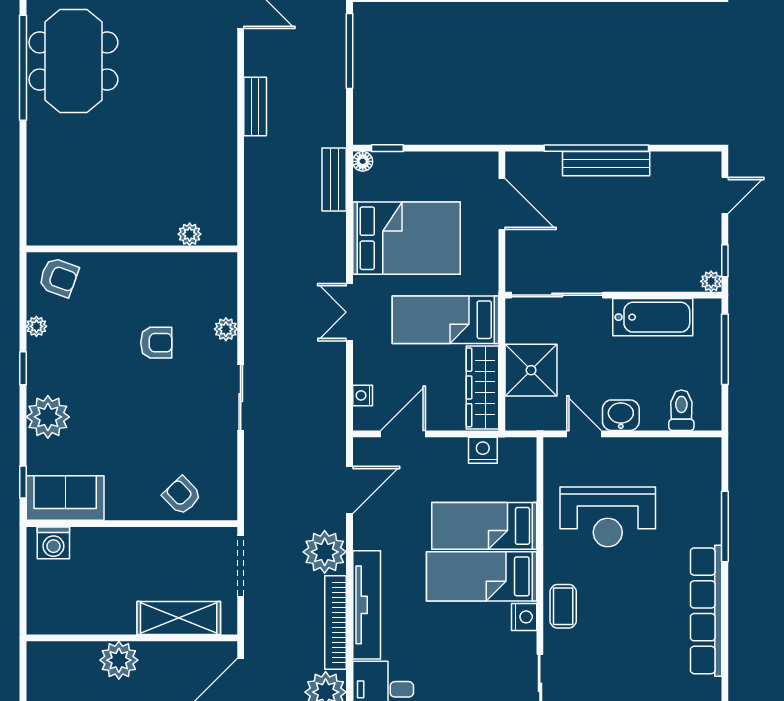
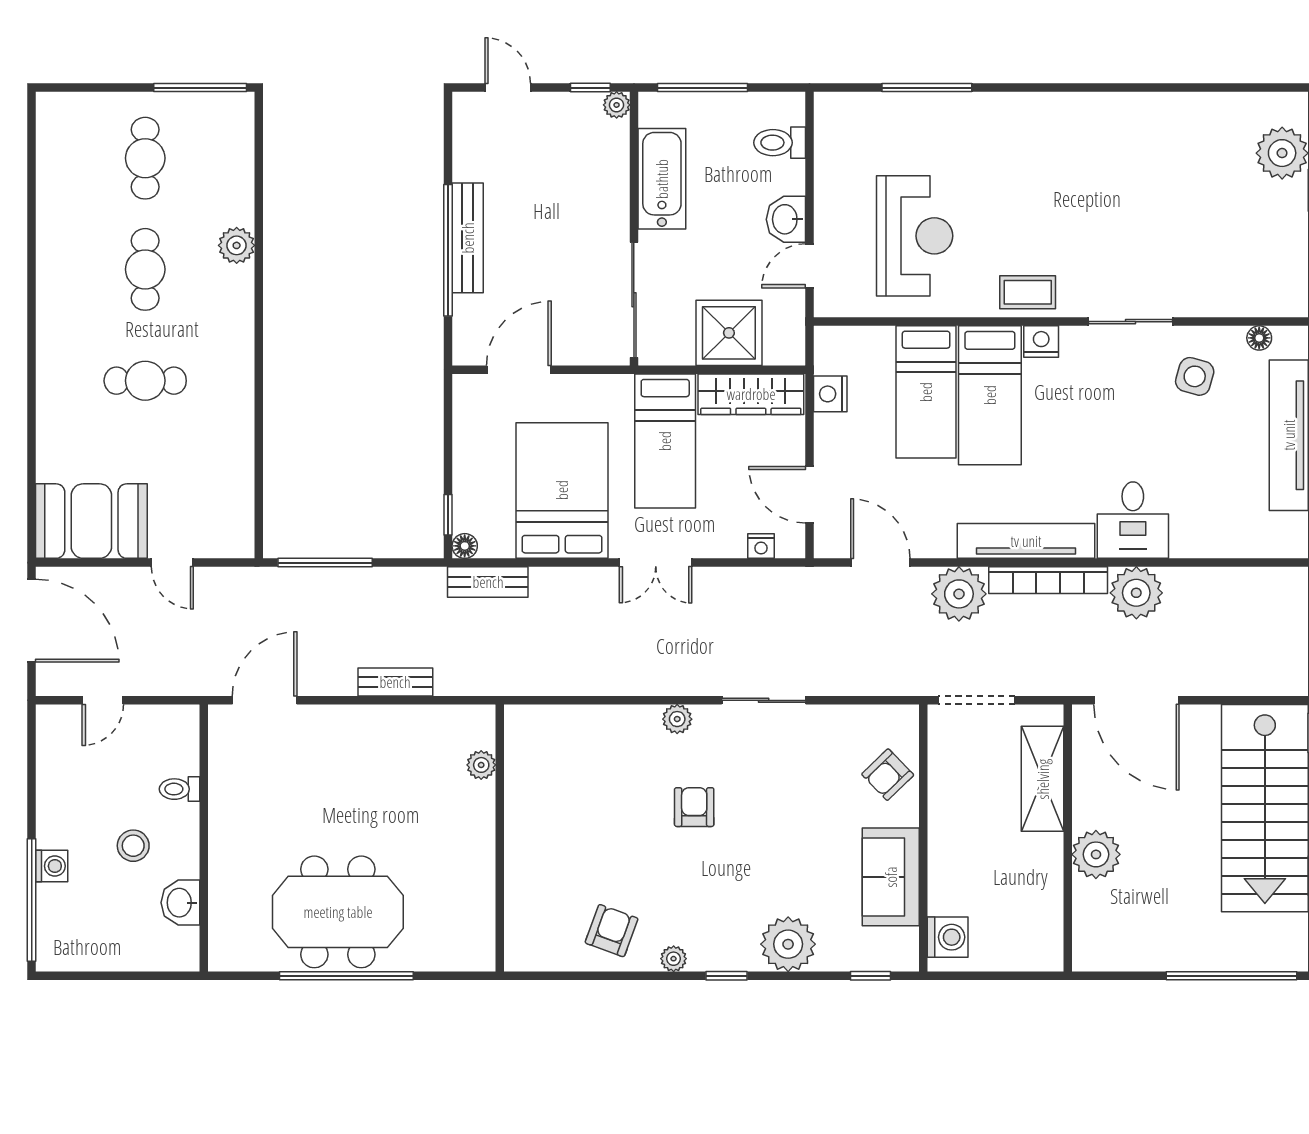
plant: (190, 234) -> (481, 765), moved
wall: (132, 249) -> (500, 838), moved
sofa: (65, 498) -> (891, 877), moved
row of seats: (706, 611) -> (1033, 111), removed

